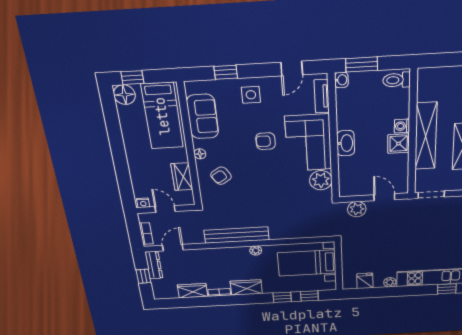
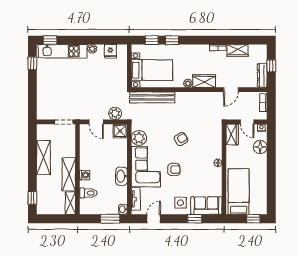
toilet: (397, 80) -> (88, 193), moved
shelving: (425, 84) -> (70, 203), added
floor lamp: (124, 95) -> (260, 147), moved
sofa: (203, 117) -> (206, 205), moved, turned 90
shelving: (426, 136) -> (69, 174), width x0.68
washbasin: (346, 143) -> (121, 176), moved
shower: (398, 144) -> (120, 131), moved
armchair: (221, 176) -> (181, 139), moved
wardrobe: (182, 177) -> (232, 134), moved
bench: (237, 235) -> (152, 97), moved
door: (173, 248) -> (231, 90), moved
wardrobe: (246, 287) -> (204, 81), moved, turned 180

